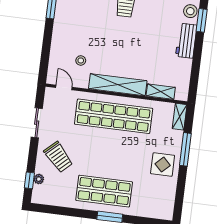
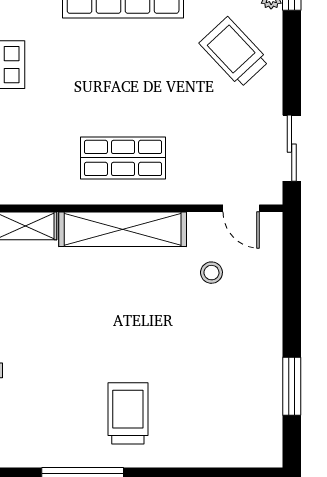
shop shelf: (114, 116) -> (123, 158), width x0.50, depth x0.74
sliding door: (37, 123) -> (292, 148), moved

